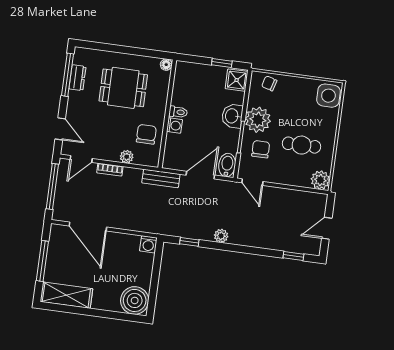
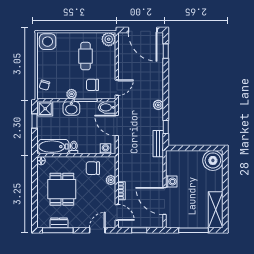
bathtub: (183, 84) -> (53, 147), added
plant: (258, 120) -> (72, 94), width x0.53, depth x0.53
washing machine: (174, 125) -> (106, 149), moved
bench: (161, 178) -> (158, 144), moved
window: (52, 186) -> (139, 230), width x0.46
door: (88, 227) -> (164, 201), swing flipped
door: (327, 228) -> (143, 30), width x1.87
washing machine: (148, 244) -> (171, 182), moved

